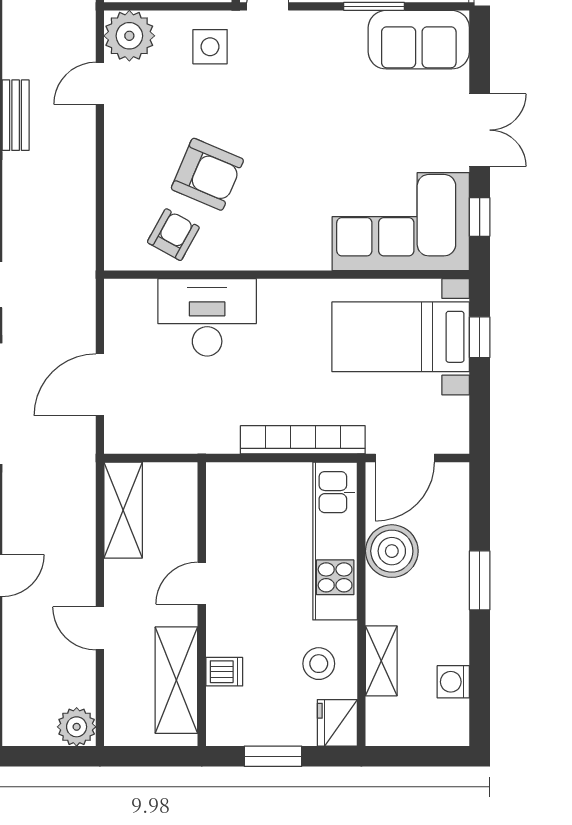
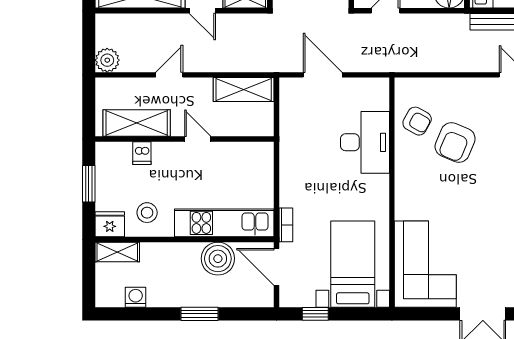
window: (480, 217) -> (428, 314), removed
window: (480, 337) -> (315, 314), moved
bookcase: (303, 440) -> (286, 225), width x0.43, depth x0.76
shelving: (381, 661) -> (117, 252), moved

